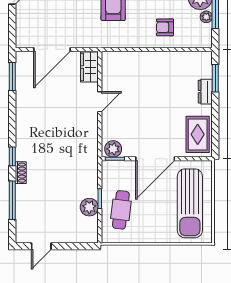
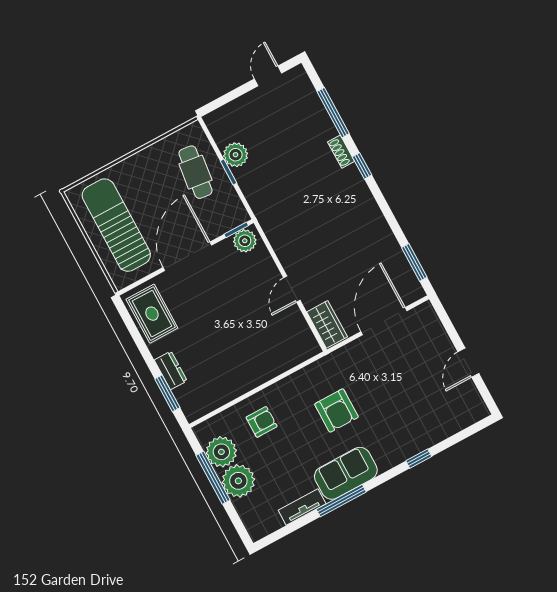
plant: (206, 17) -> (221, 452), width x1.88, depth x1.88

